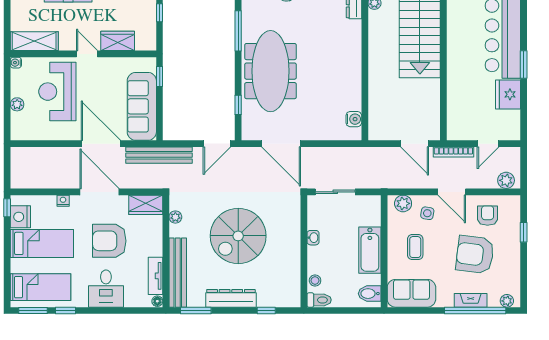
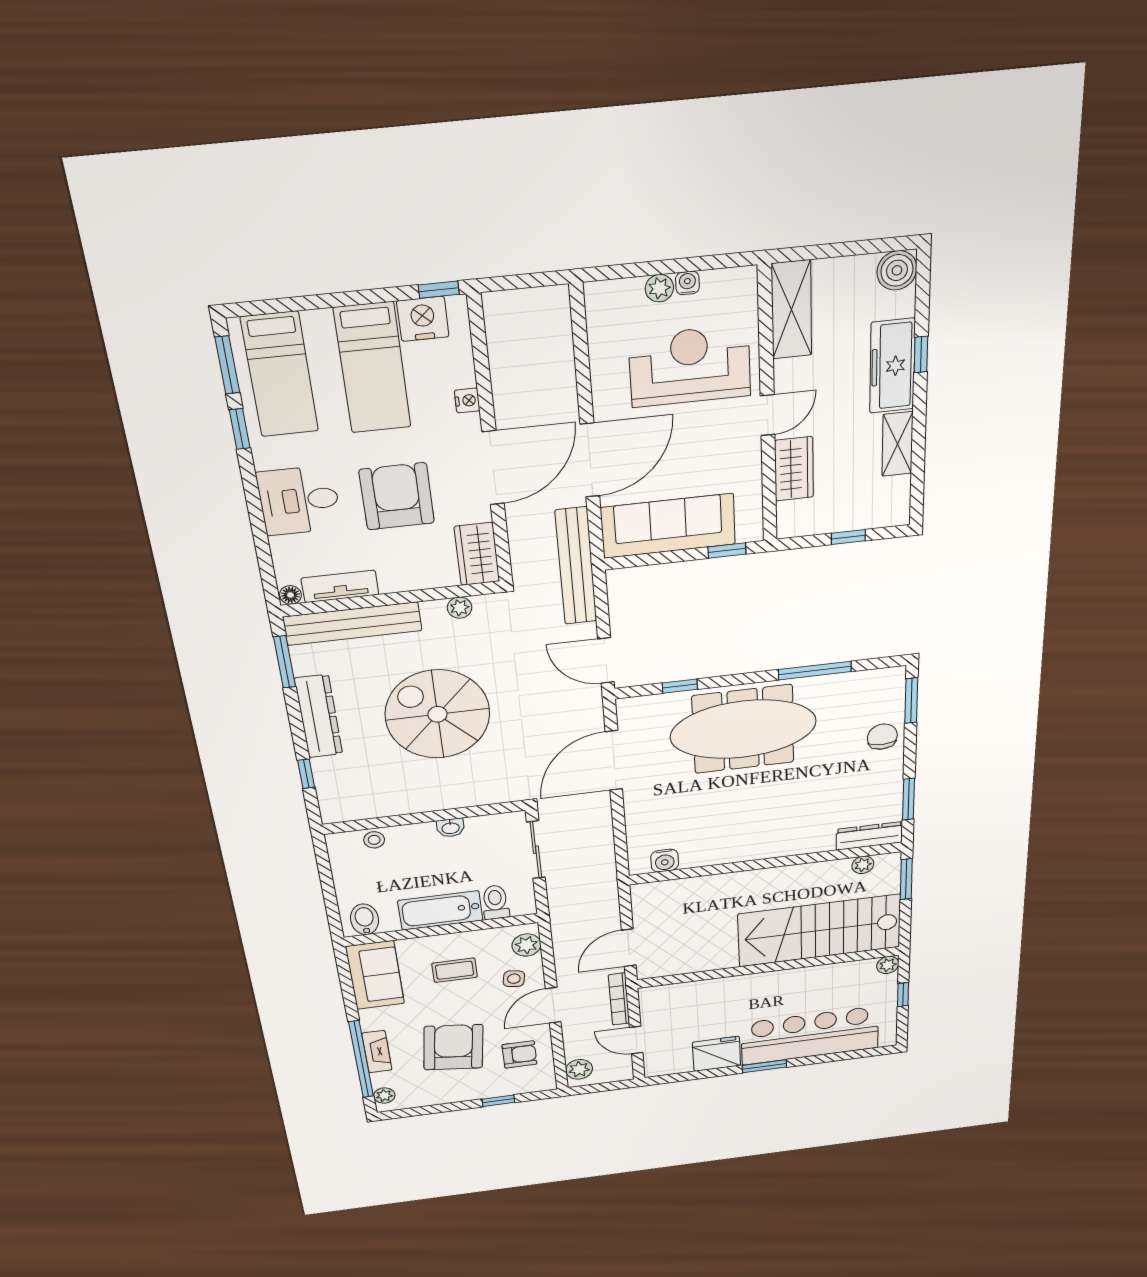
water cooler: (16, 63) -> (687, 283), moved
toilet: (319, 300) -> (495, 902), moved, turned 180

